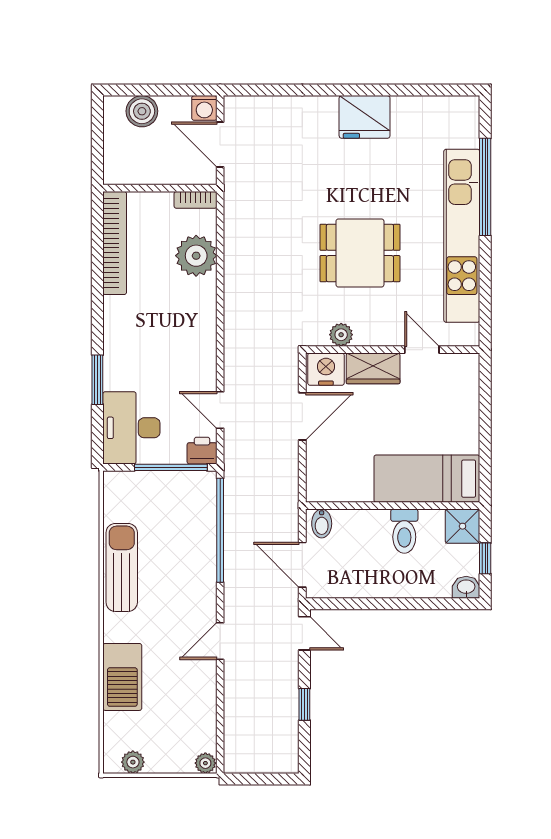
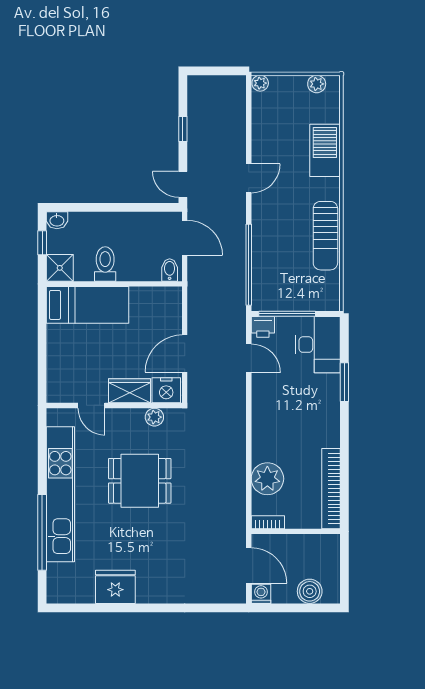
fridge: (365, 117) -> (115, 587), moved

